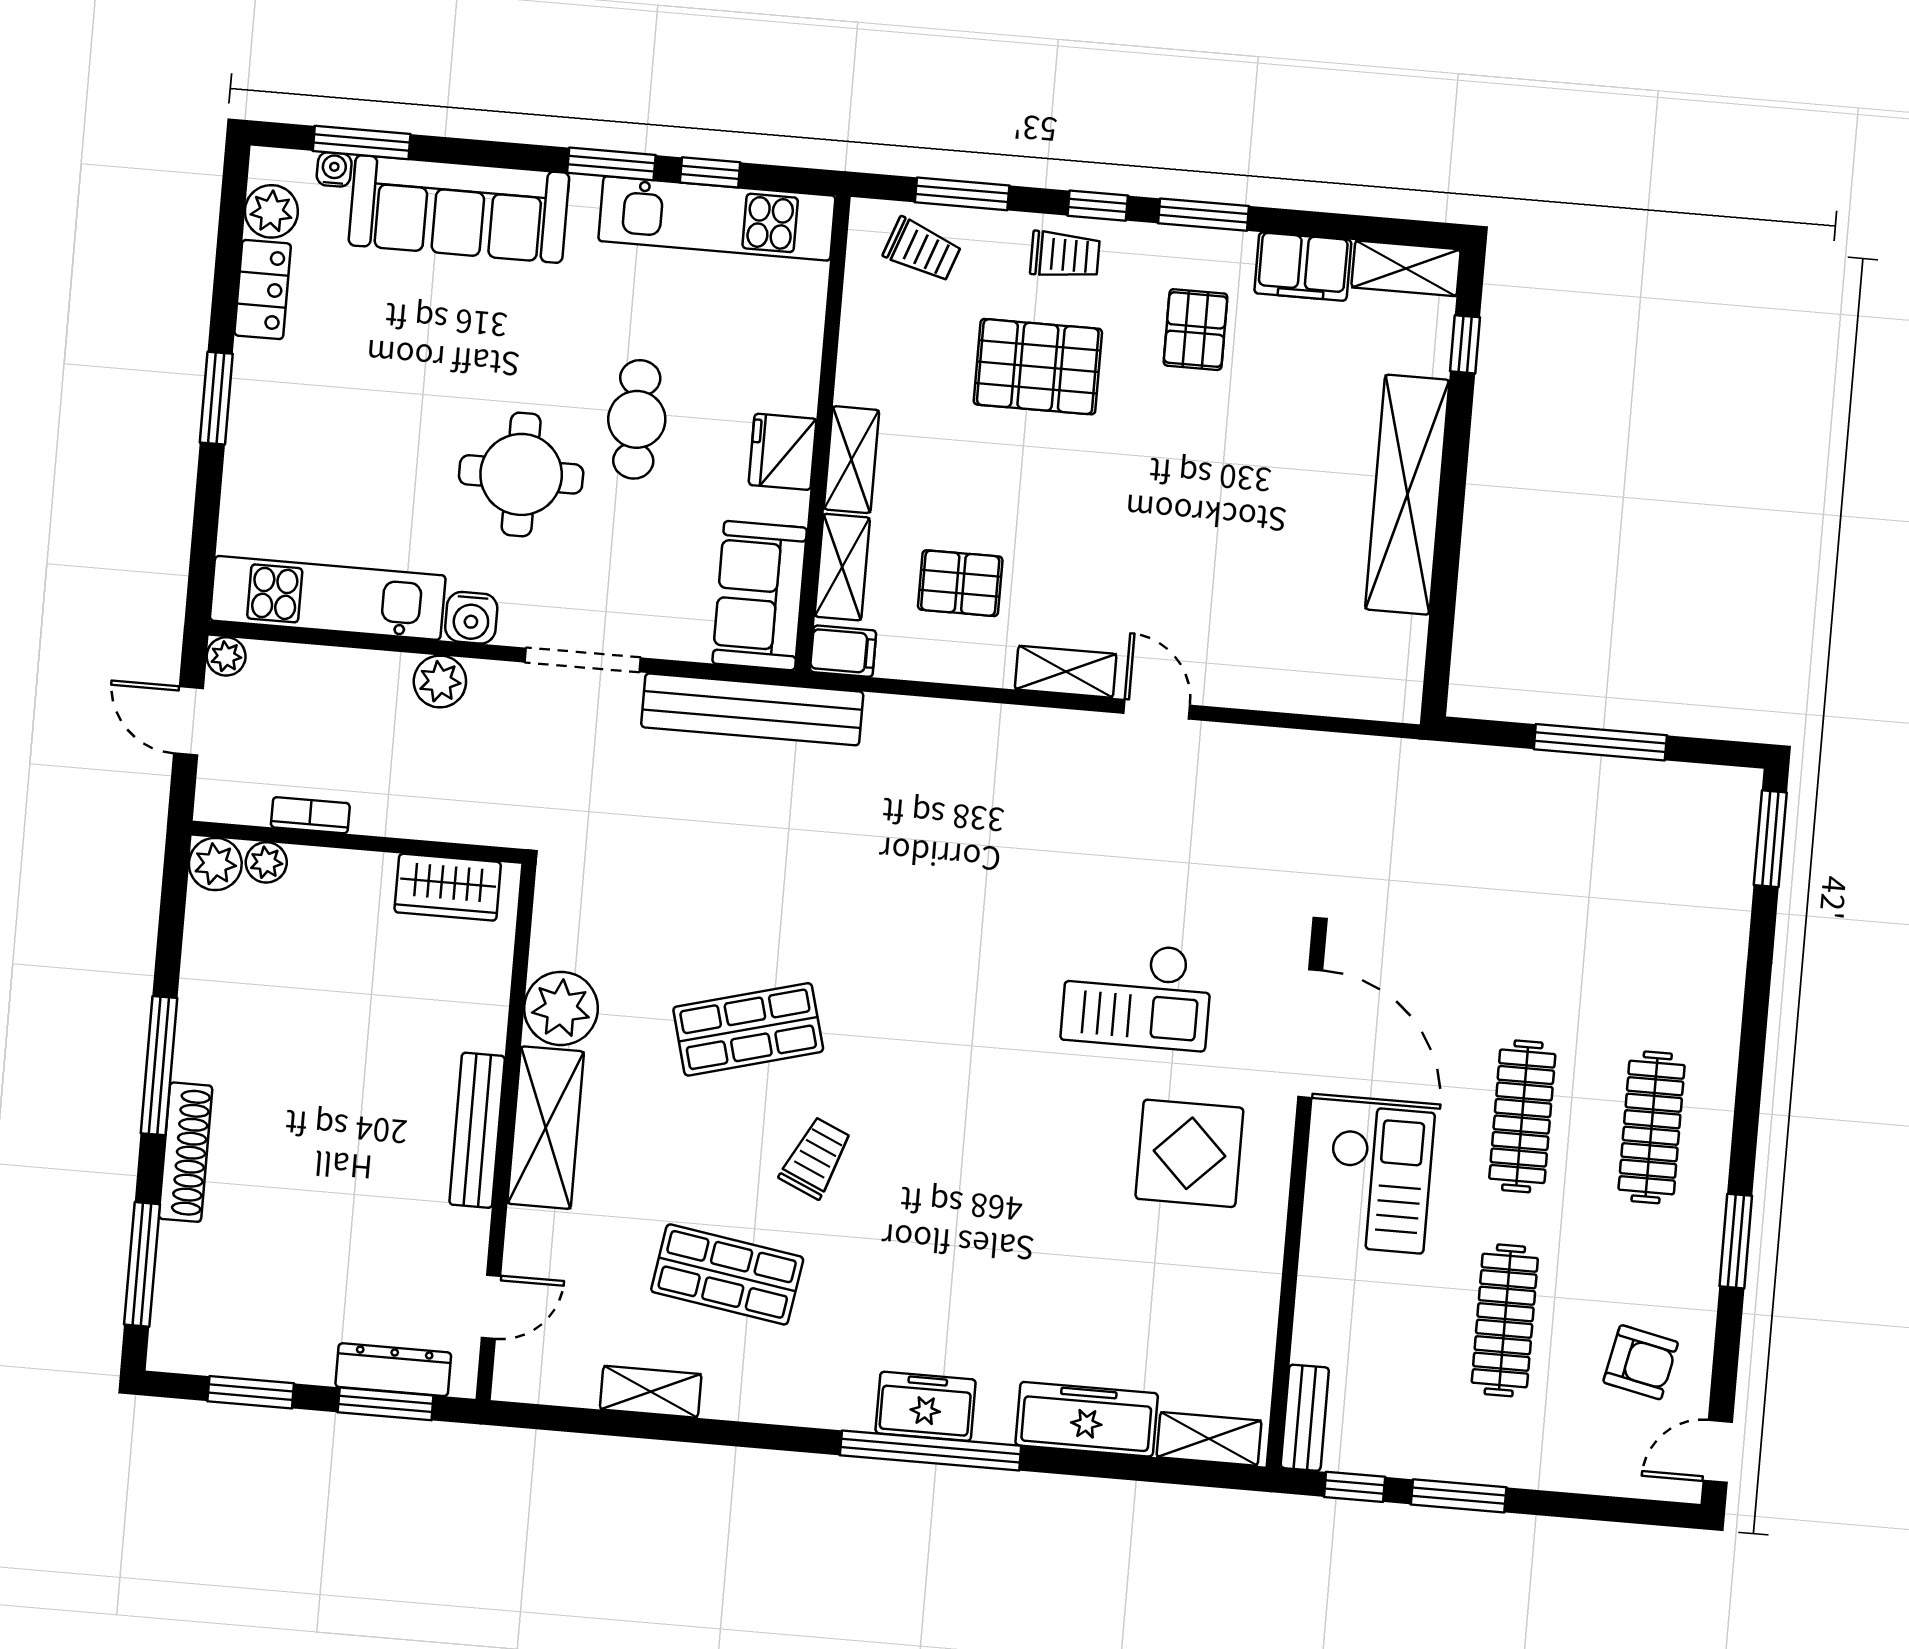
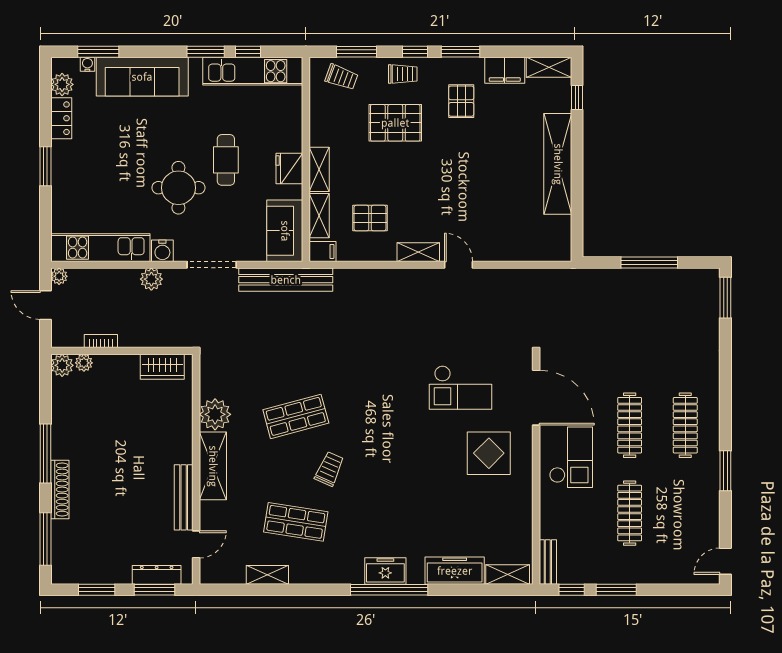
bench: (477, 1130) -> (184, 497), moved
armchair: (1641, 1362) -> (689, 526), removed

